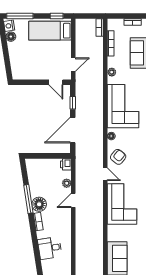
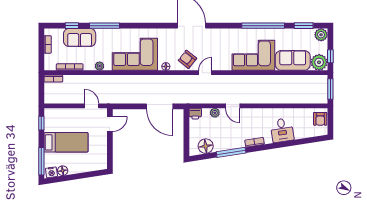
bed: (50, 31) -> (66, 142), moved, turned -90
window: (73, 103) -> (131, 106), removed
floor lamp: (39, 204) -> (206, 146), moved
corner sofa: (122, 204) -> (253, 55), moved

